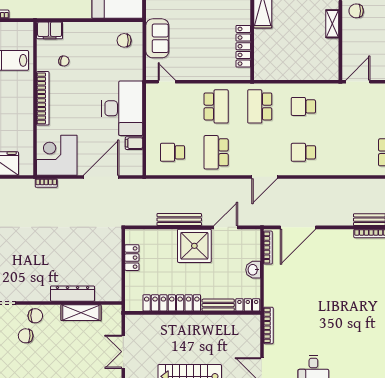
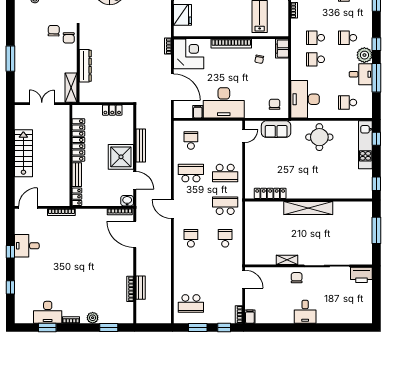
washbasin: (253, 270) -> (127, 201), moved
shelving: (81, 313) -> (71, 88), moved

